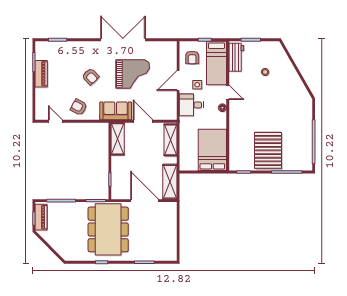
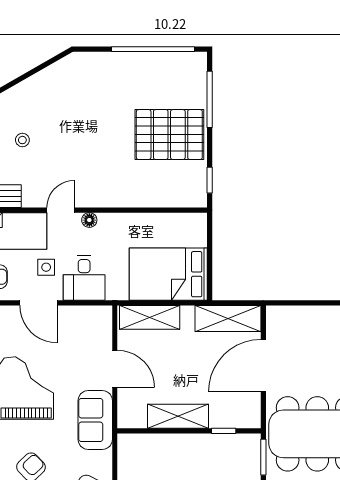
door: (143, 121) -> (115, 369), swing flipped
shelving: (118, 139) -> (178, 416), moved
bed: (212, 150) -> (168, 274), moved

